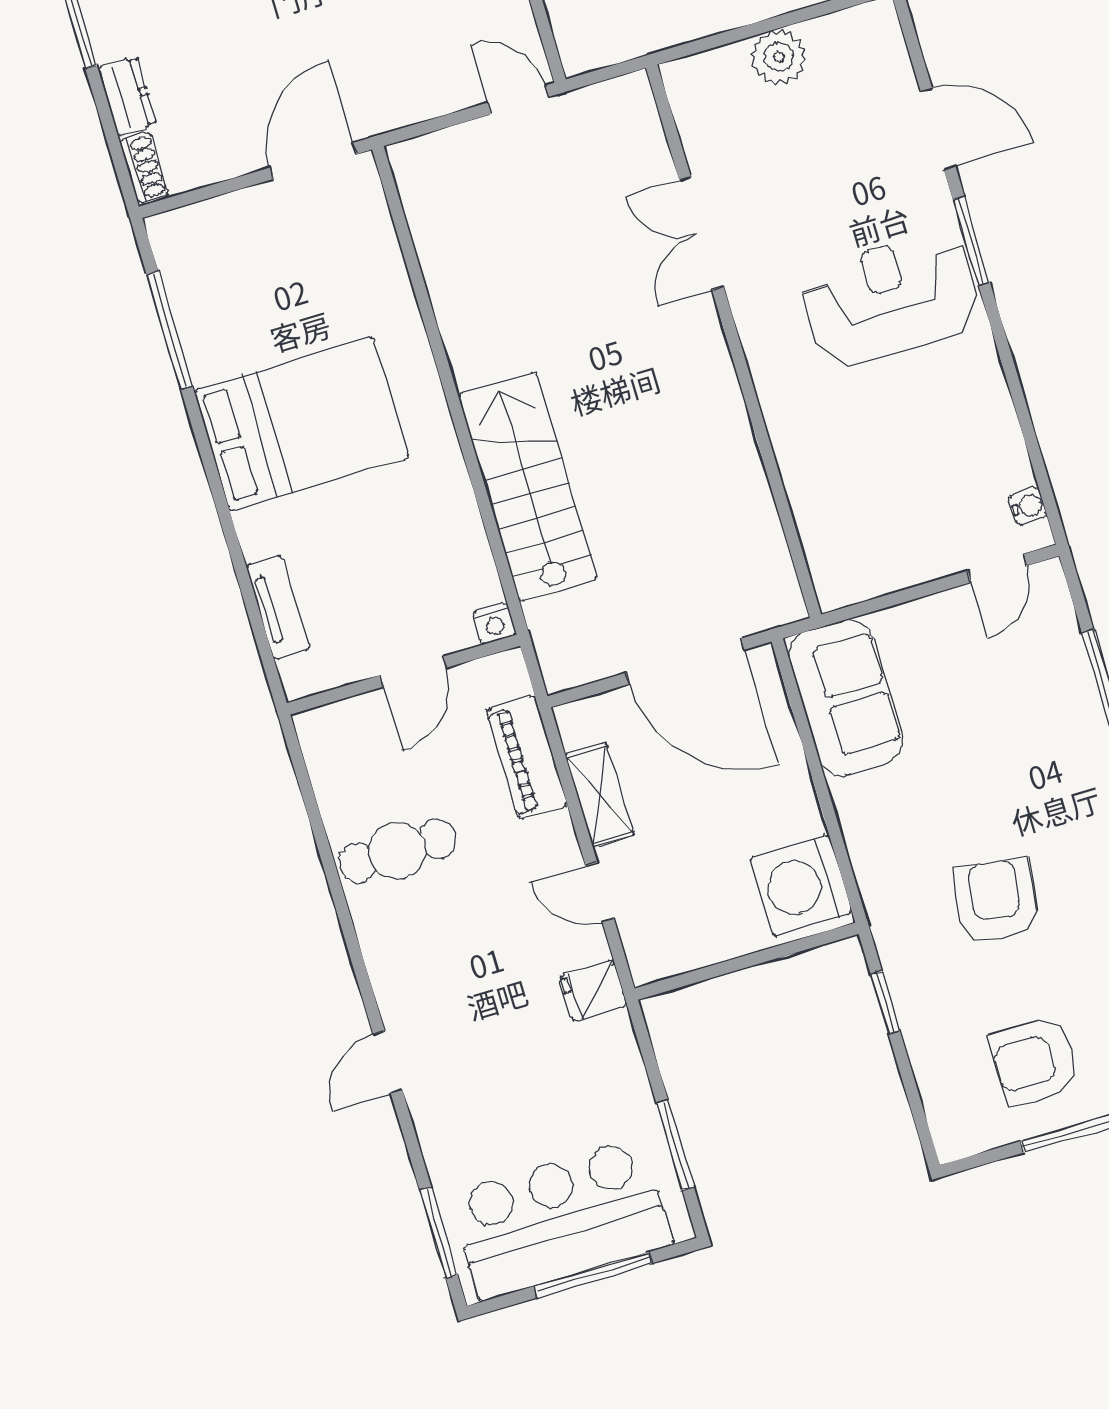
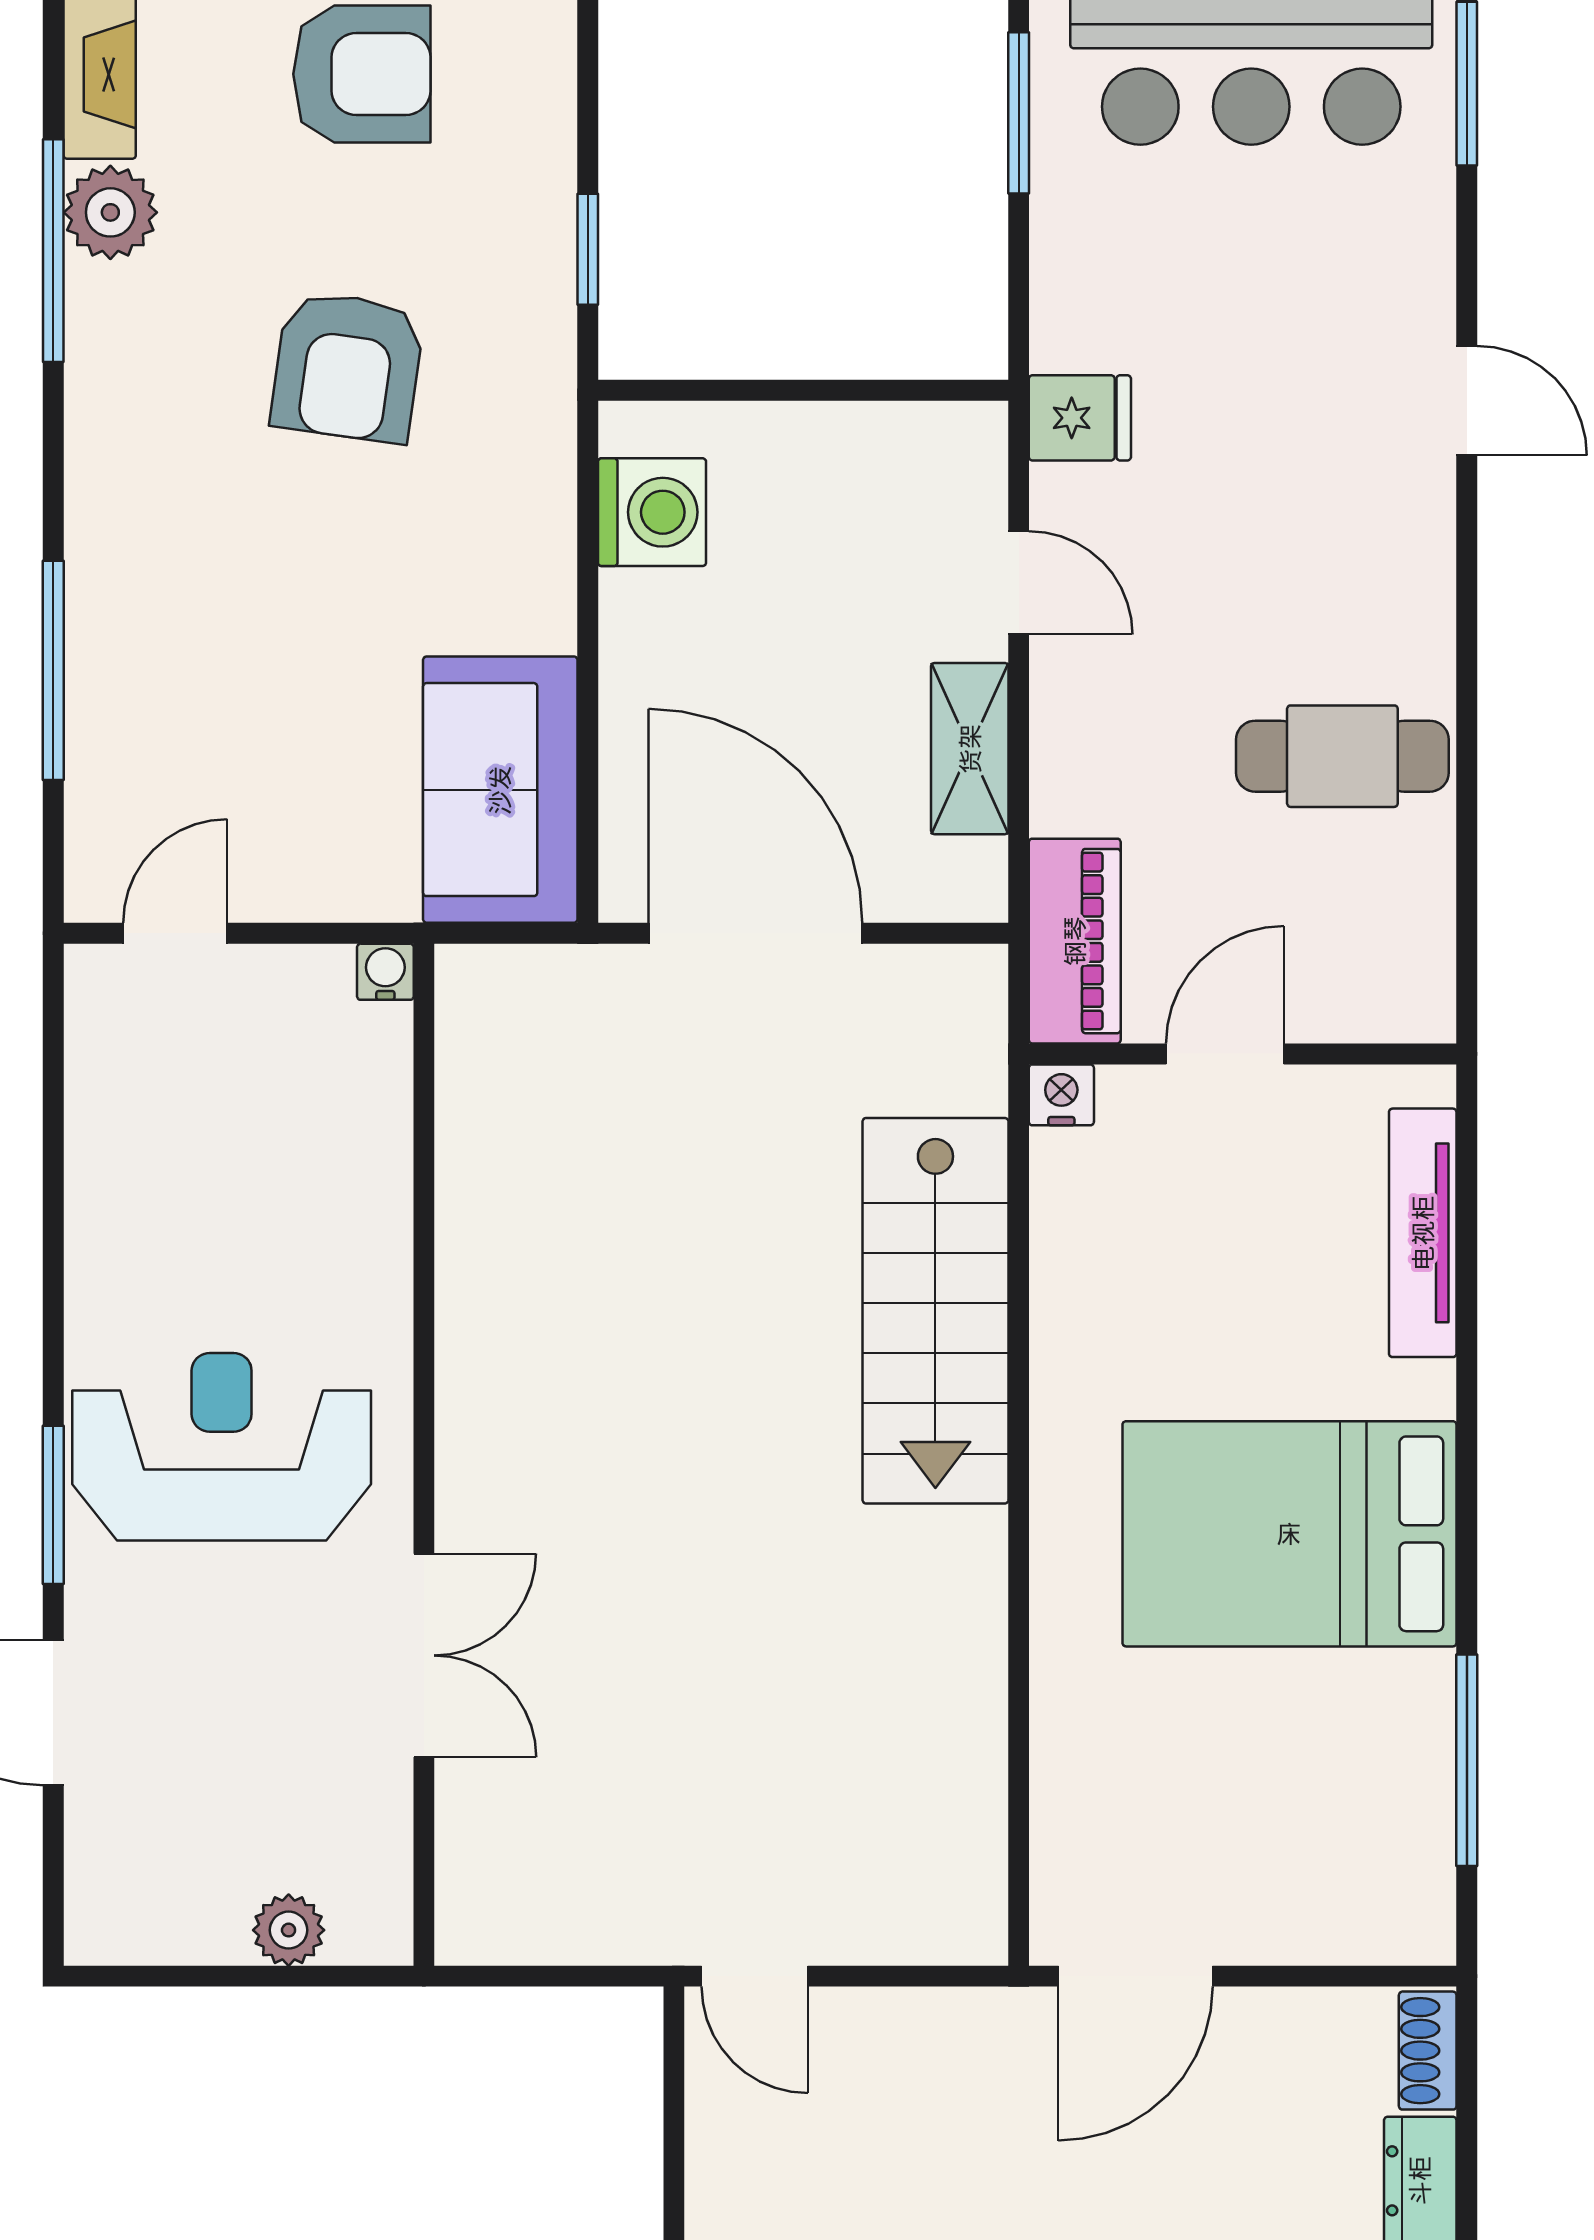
plant: (779, 57) -> (289, 1930), width x0.73, depth x0.73
double door: (701, 233) -> (424, 1655), moved
reception desk: (890, 299) -> (222, 1447), turned 180
wall: (734, 341) -> (424, 1455), moved
water cooler: (1028, 506) -> (385, 972), moved, turned 90
tv unit: (278, 607) -> (1423, 1233), width x1.41
piano: (527, 758) -> (1075, 941), moved
washing machine: (801, 885) -> (652, 512), width x0.73, depth x0.73
door: (388, 1062) -> (1467, 401), hinge flipped

